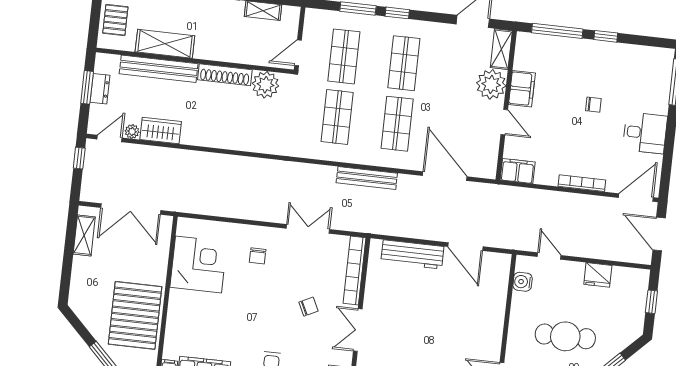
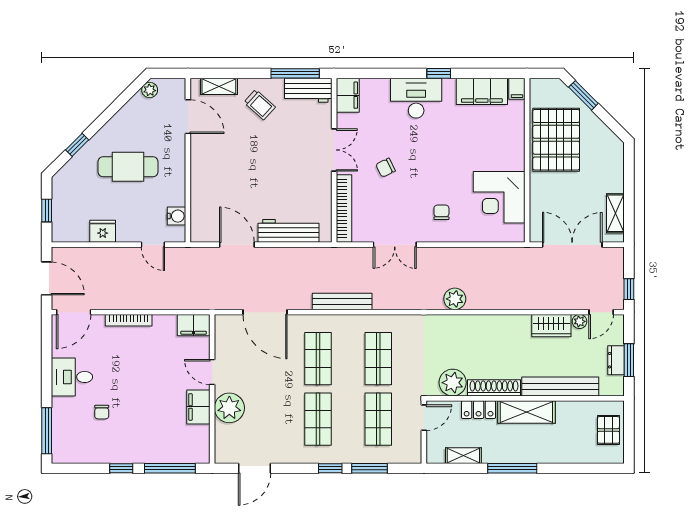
shelving: (165, 44) -> (526, 412), moved
shelving: (501, 49) -> (223, 444), removed
locker: (243, 55) -> (479, 410), added
chair: (593, 105) -> (102, 412), moved, turned -90
plant: (254, 168) -> (455, 299), added

